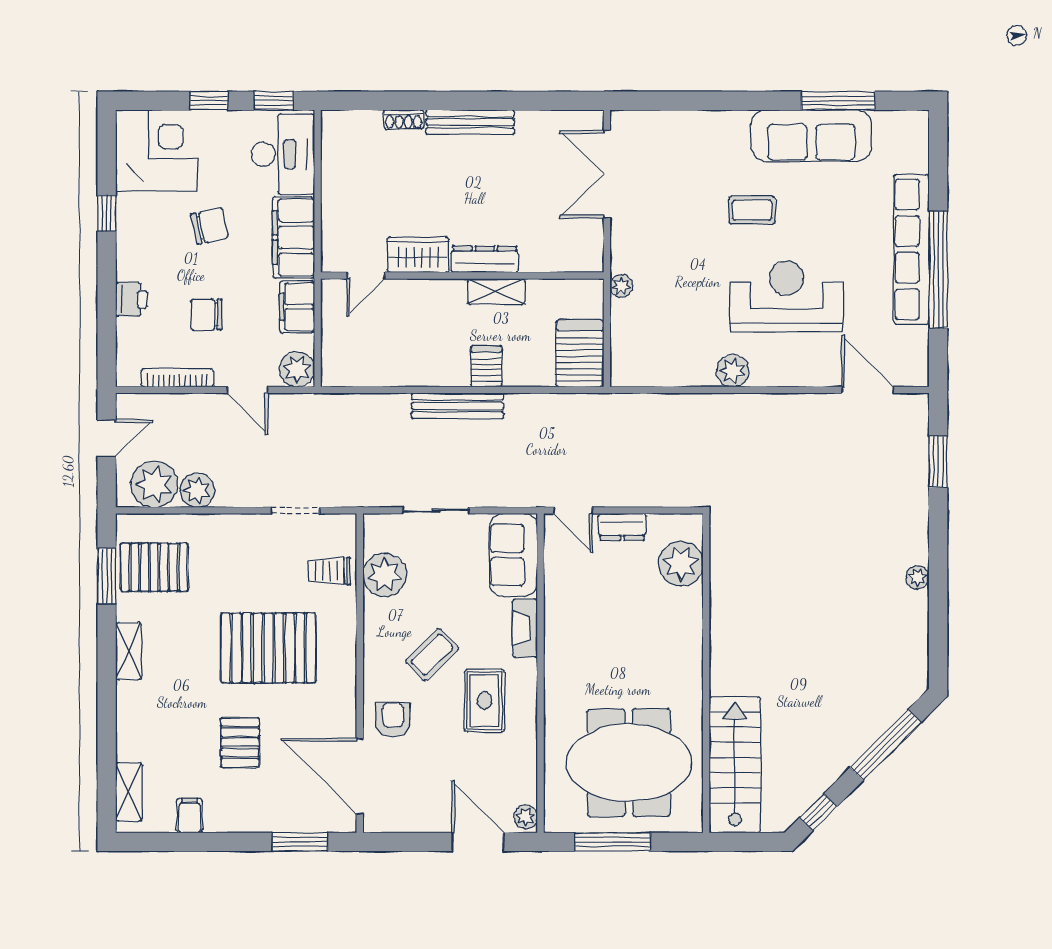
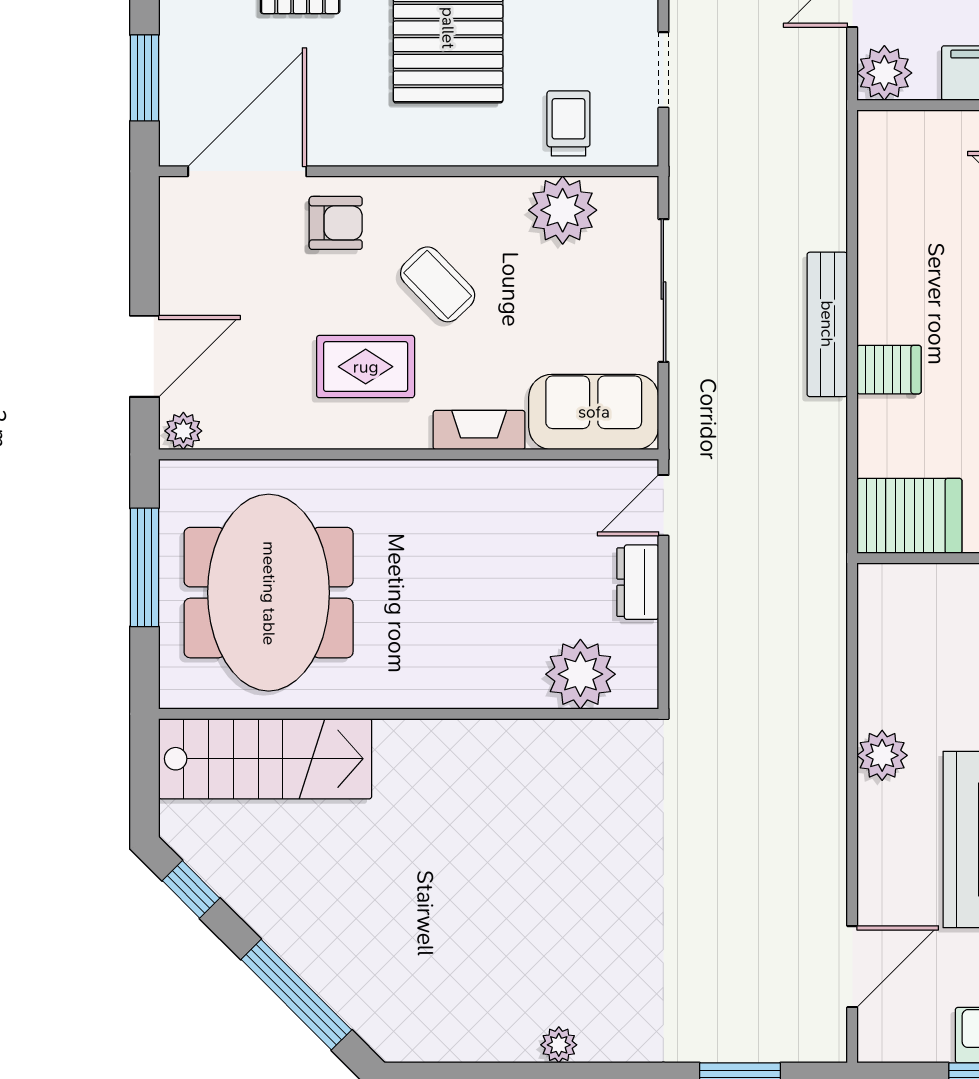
sliding door: (436, 510) -> (663, 291), width x1.37

